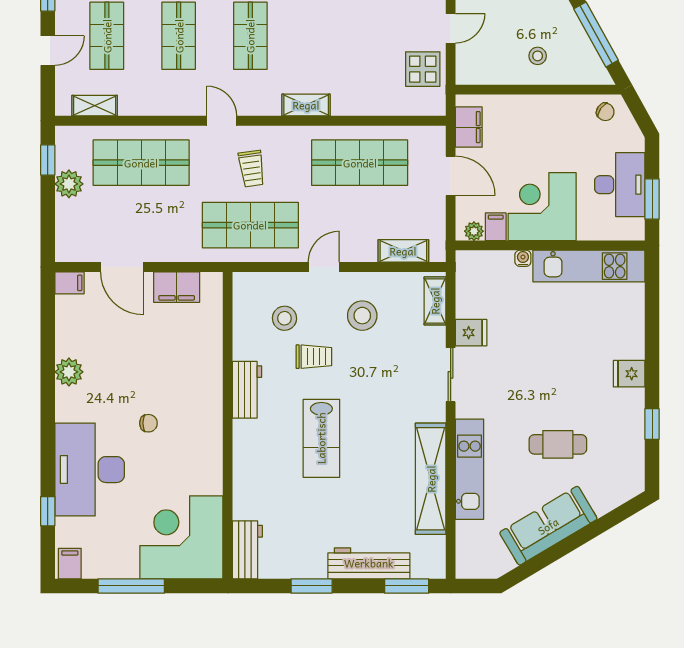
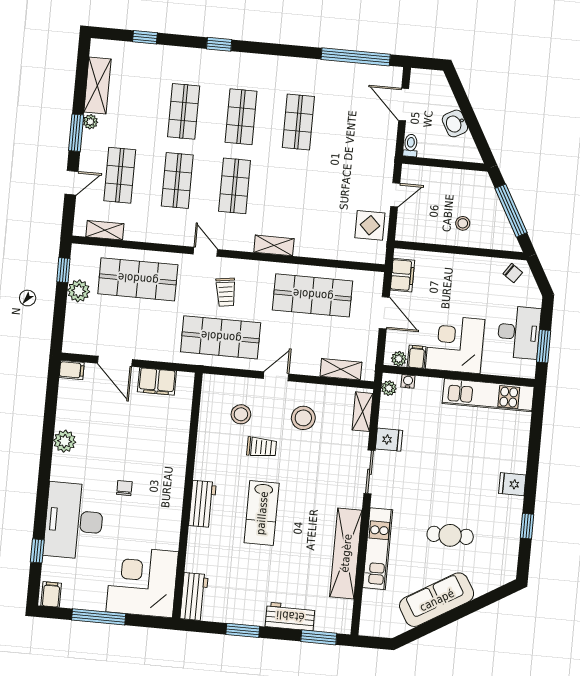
water cooler: (523, 258) -> (408, 381), moved
plant: (465, 269) -> (389, 388), added
workbench: (247, 390) -> (202, 504), moved
chair: (148, 423) -> (124, 488), turned -90
workbench: (369, 563) -> (290, 616), width x0.73

